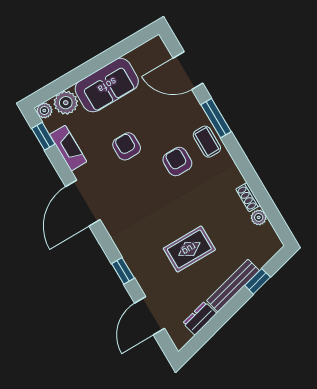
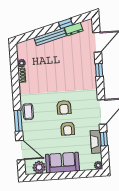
plant: (66, 103) -> (39, 167), moved
window: (43, 136) -> (104, 139), moved
armchair: (177, 161) -> (64, 107), moved
rug: (189, 249) -> (62, 65), removed
window: (258, 281) -> (66, 24), moved

